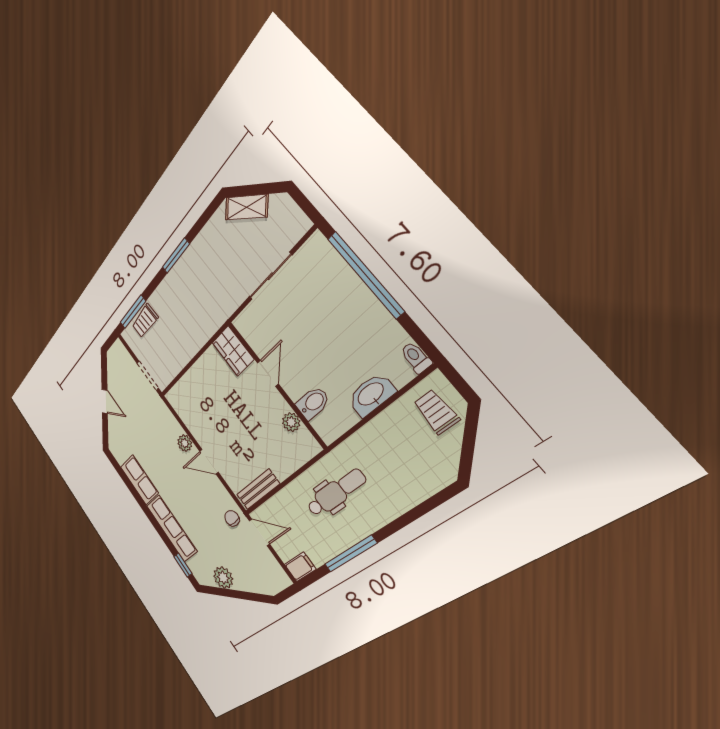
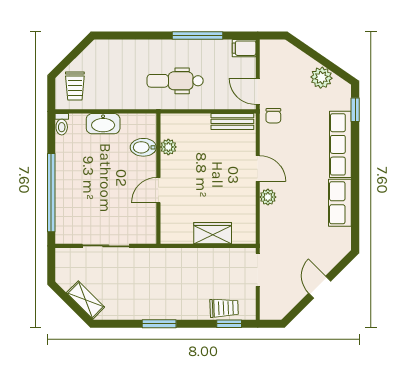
window: (133, 312) -> (229, 324), width x0.67
wardrobe: (233, 351) -> (213, 233), moved, turned -90

